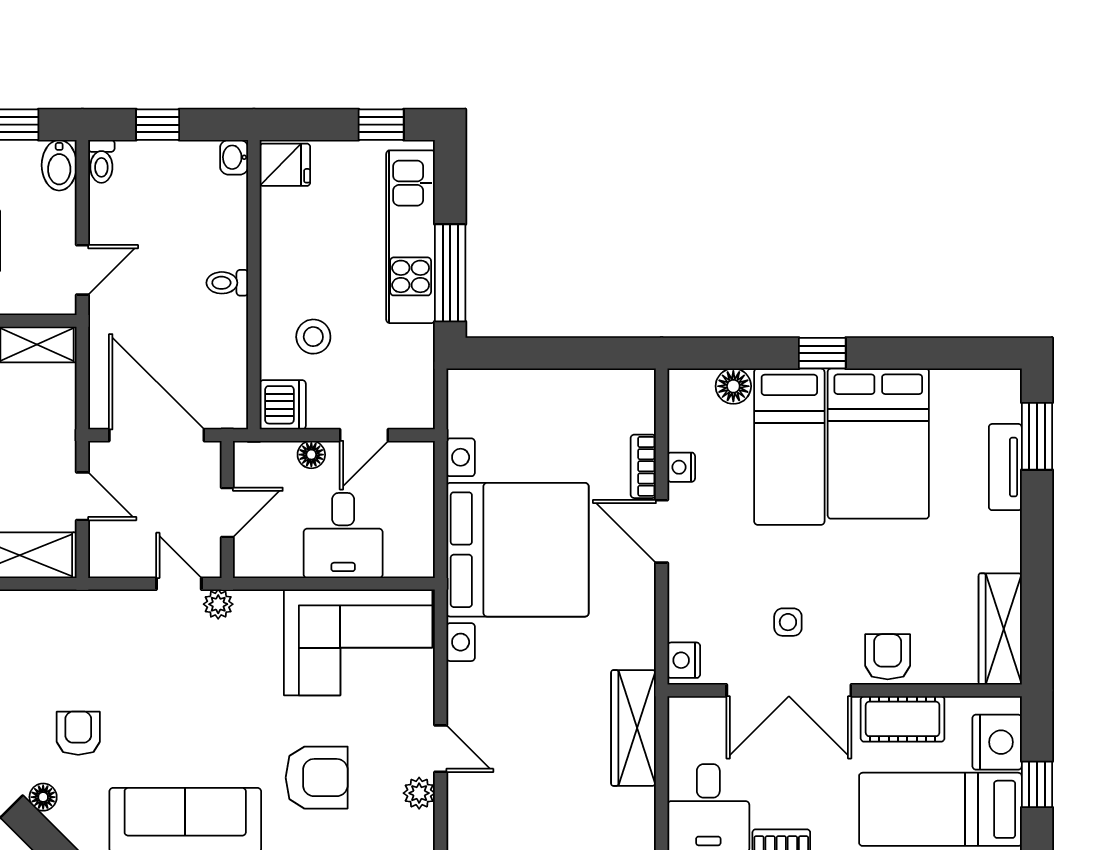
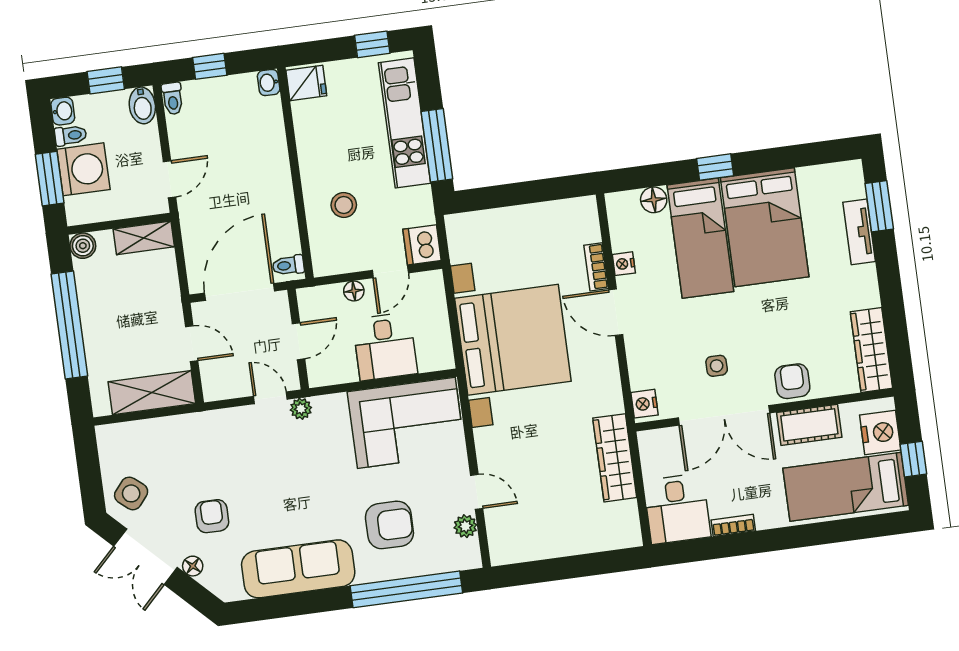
toilet: (227, 283) -> (288, 265), moved
dishwasher: (283, 405) -> (422, 245), moved, turned 180
door: (157, 435) -> (240, 292), hinge flipped

